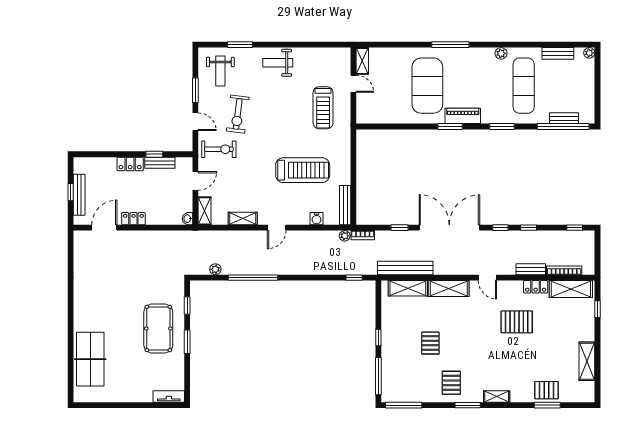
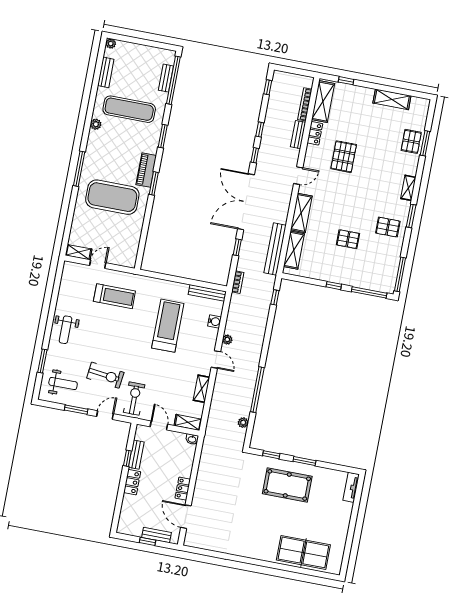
bench: (79, 195) -> (156, 535), width x0.73
plant: (345, 236) -> (227, 340), moved

